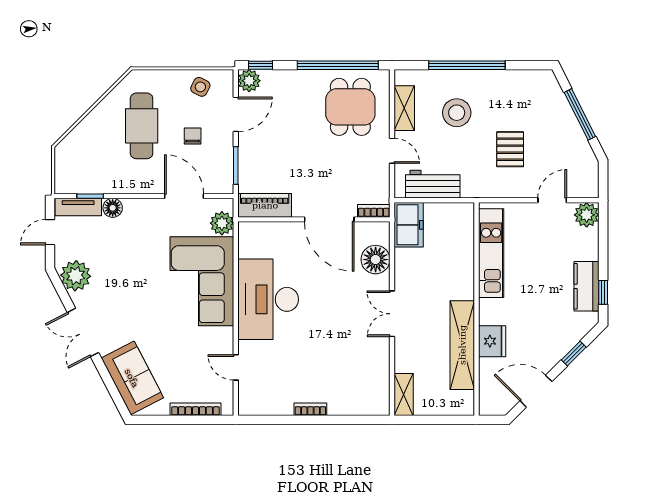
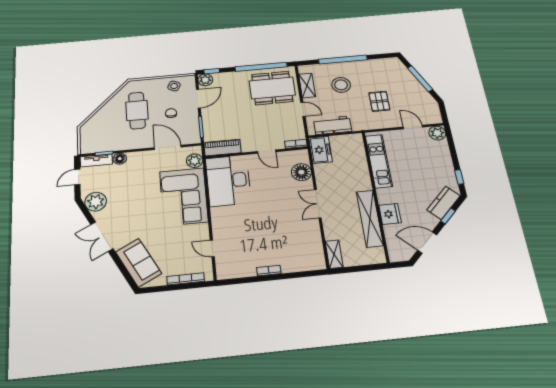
dining table: (350, 107) -> (272, 88), width x1.38
door: (552, 200) -> (413, 127), hinge flipped
door: (329, 219) -> (267, 152), width x0.53
kitchen counter: (587, 286) -> (444, 203), moved, turned 45
desk: (268, 299) -> (228, 181), moved

